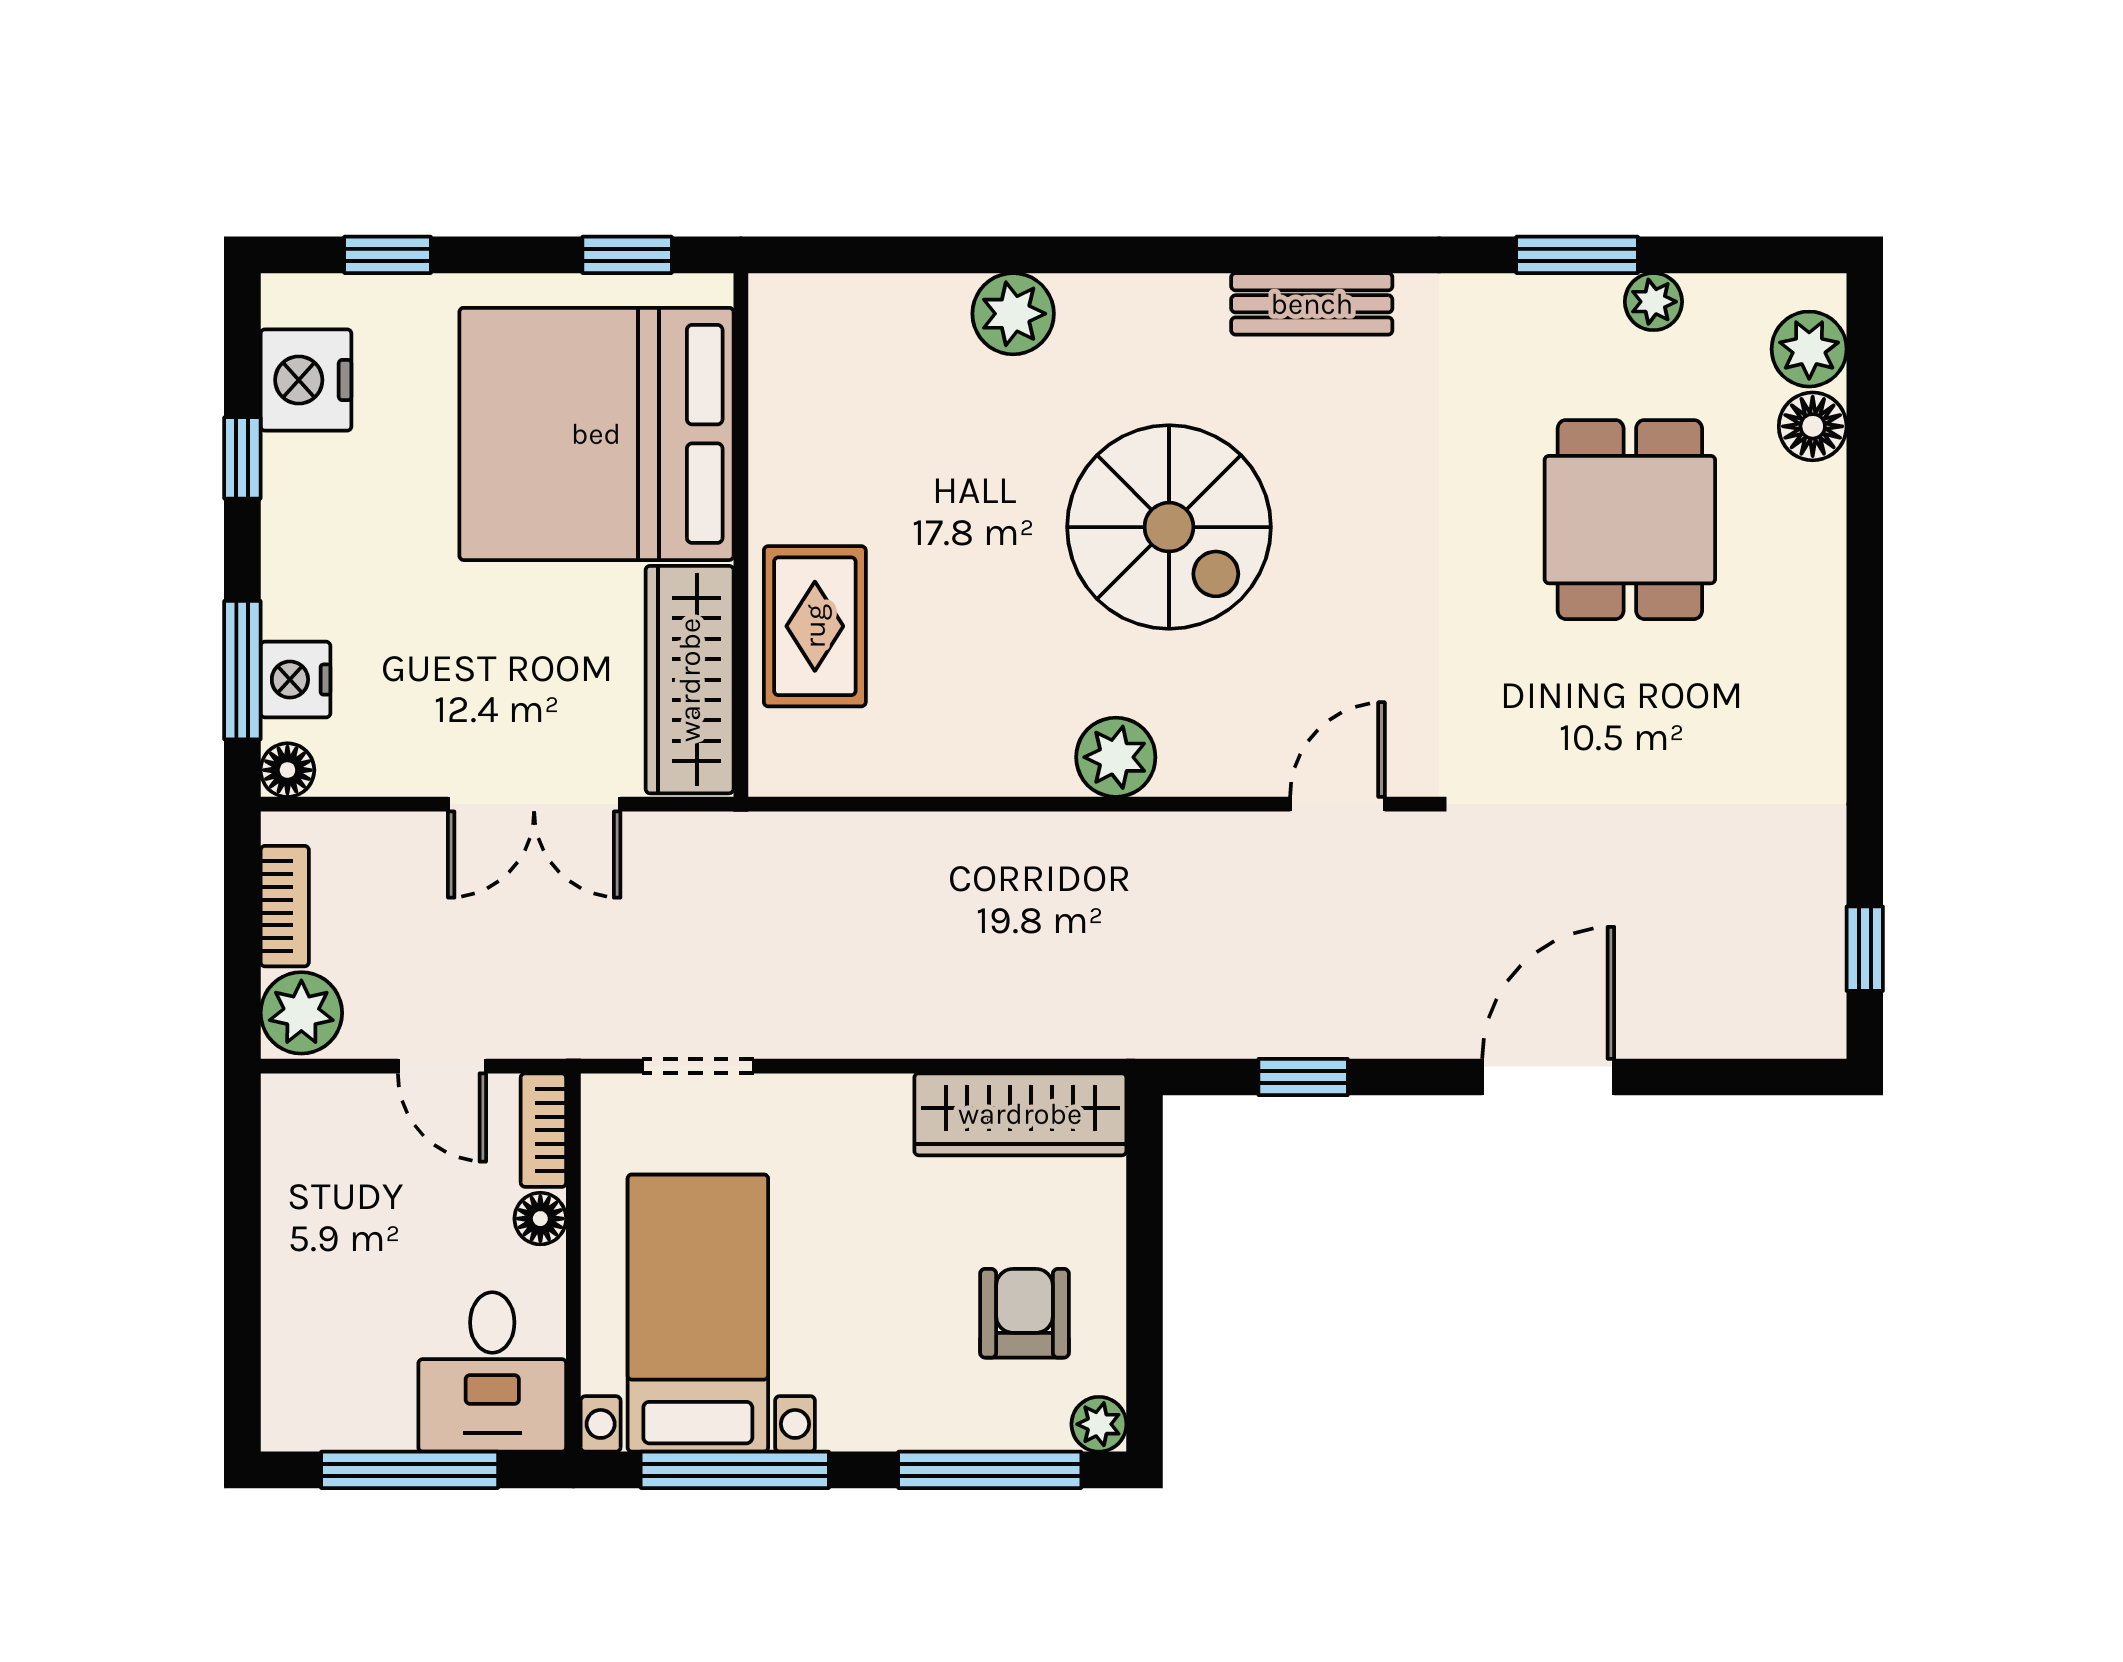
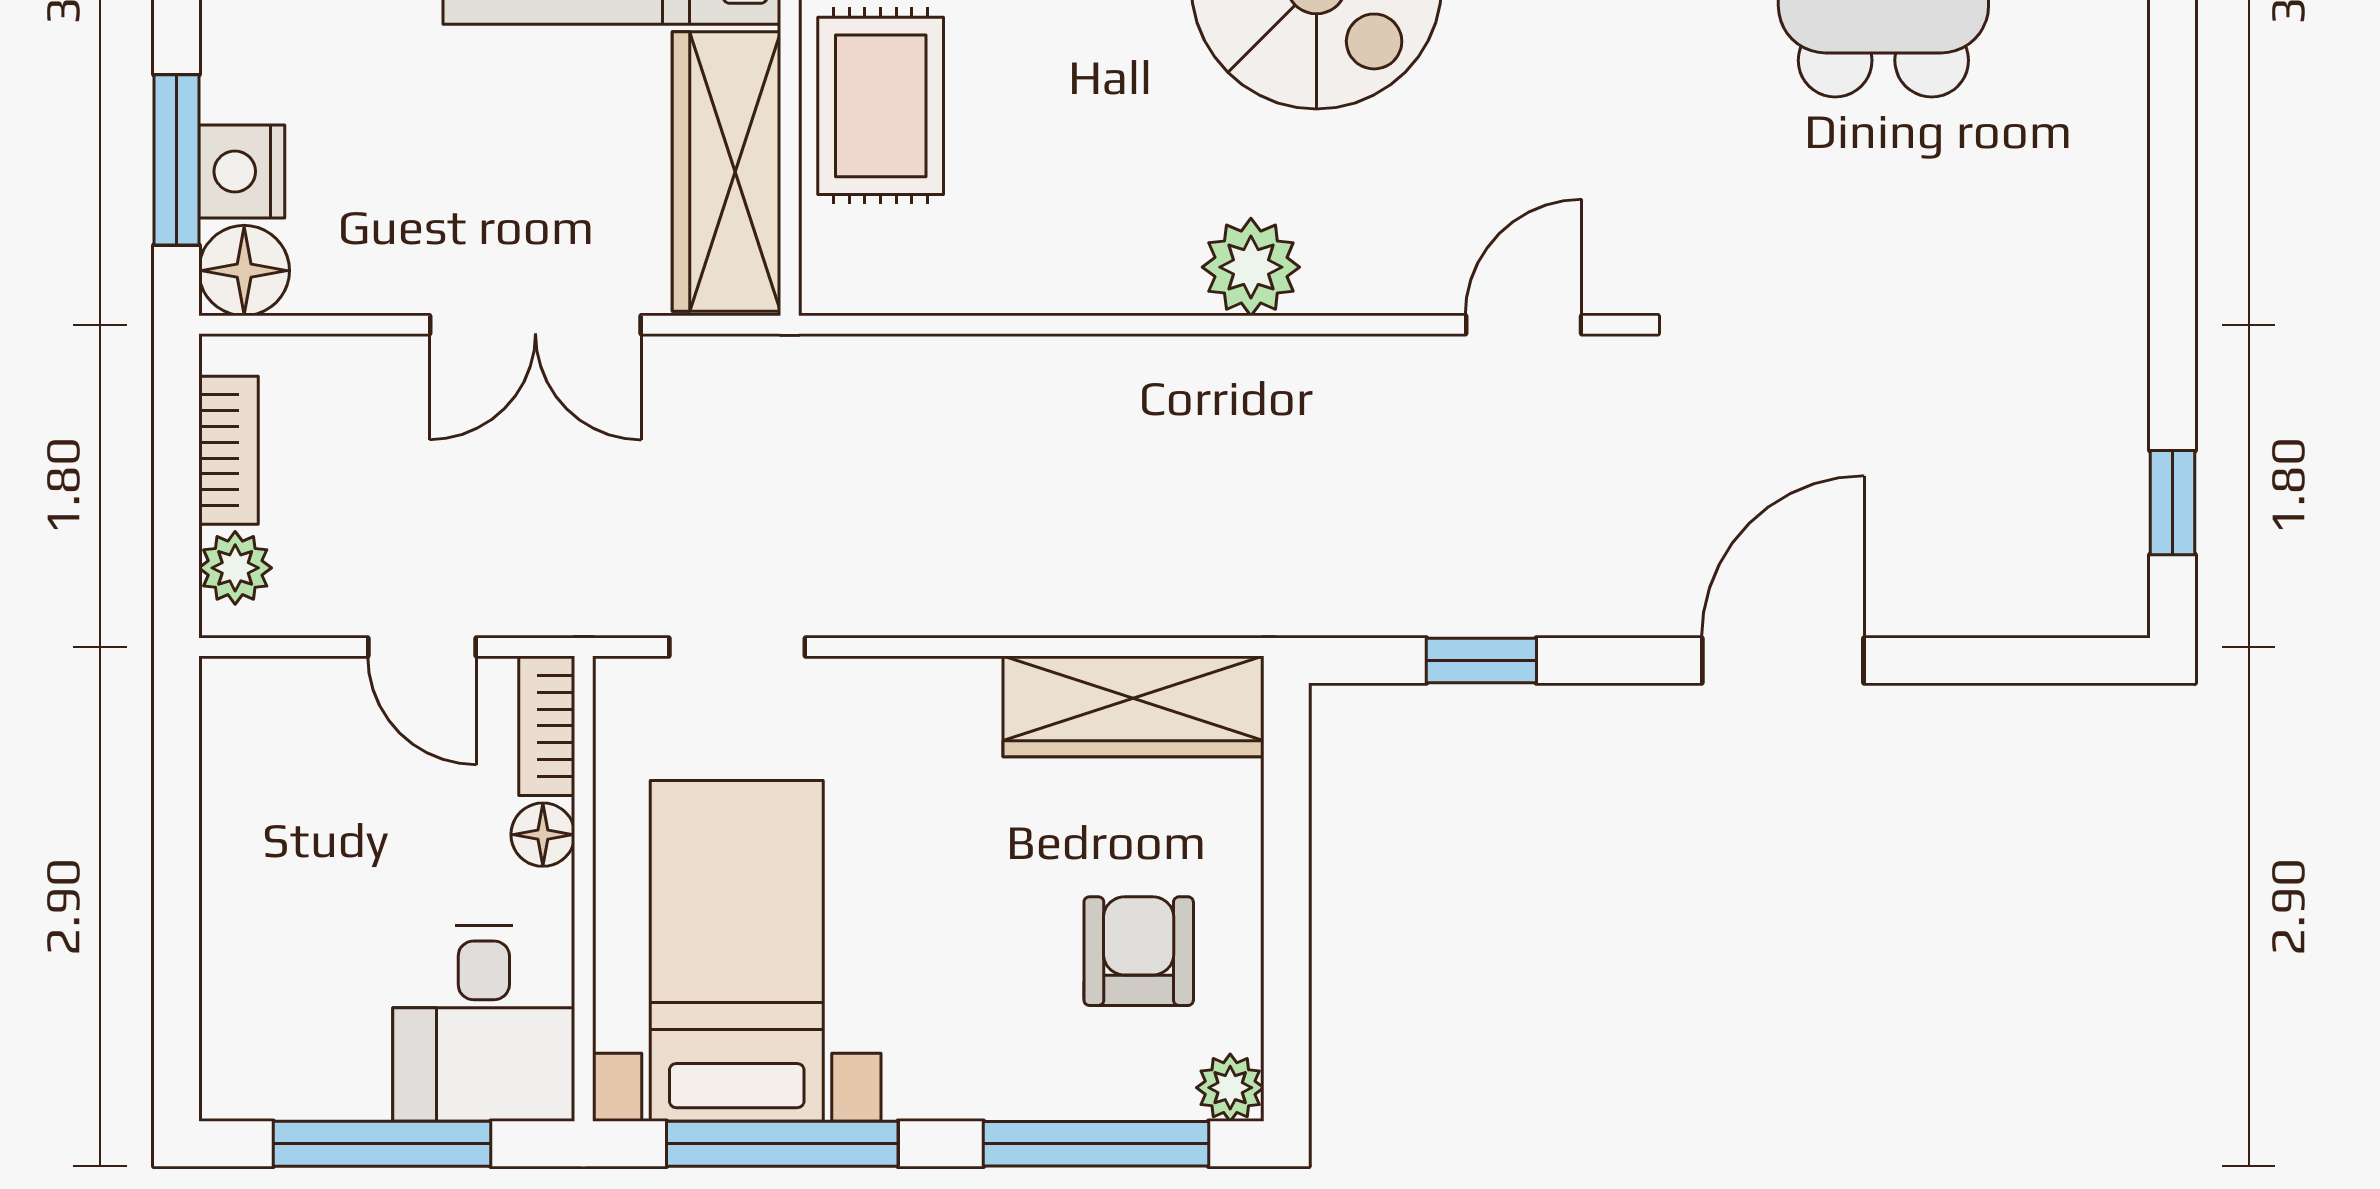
floor lamp: (287, 770) -> (244, 271), width x1.37, depth x1.37
plant: (301, 1013) -> (235, 568), width x0.73, depth x0.73

